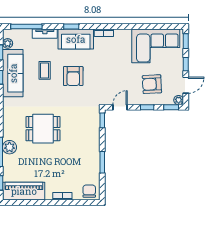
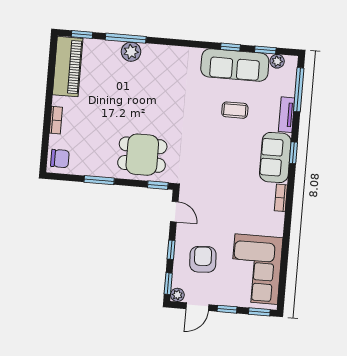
armchair: (73, 76) -> (224, 150), removed
door: (186, 85) -> (197, 307), hinge flipped
dining table: (43, 129) -> (142, 155), moved, turned 90

